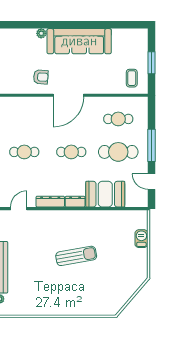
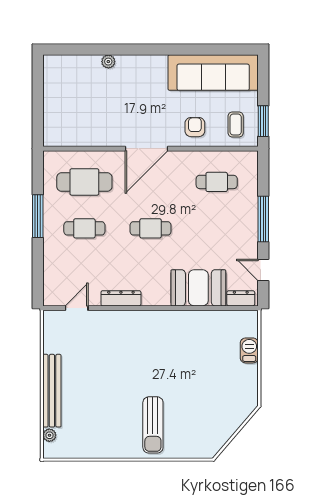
sofa: (79, 41) -> (213, 73), moved
window: (151, 63) -> (263, 121), moved
armchair: (41, 77) -> (195, 127), moved, turned -94
cafe table: (118, 152) -> (84, 182), moved
dresser: (75, 202) -> (241, 298), moved
sun lounger: (76, 256) -> (153, 425), moved, turned 100

